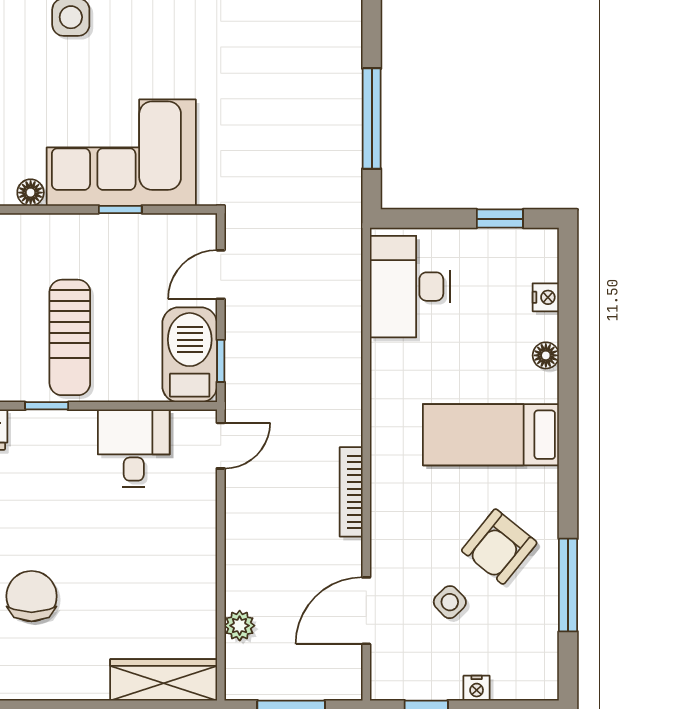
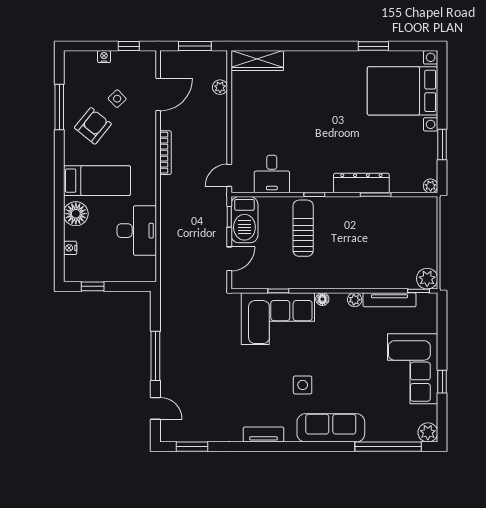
window: (372, 119) -> (155, 356), moved
desk: (410, 287) -> (137, 231), moved
floor lamp: (546, 355) -> (76, 214), width x1.89, depth x1.89
chair: (32, 596) -> (322, 102), removed

